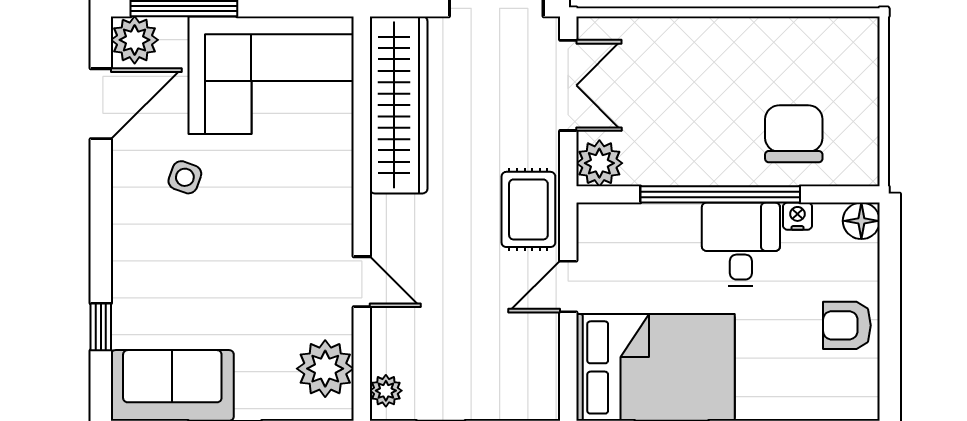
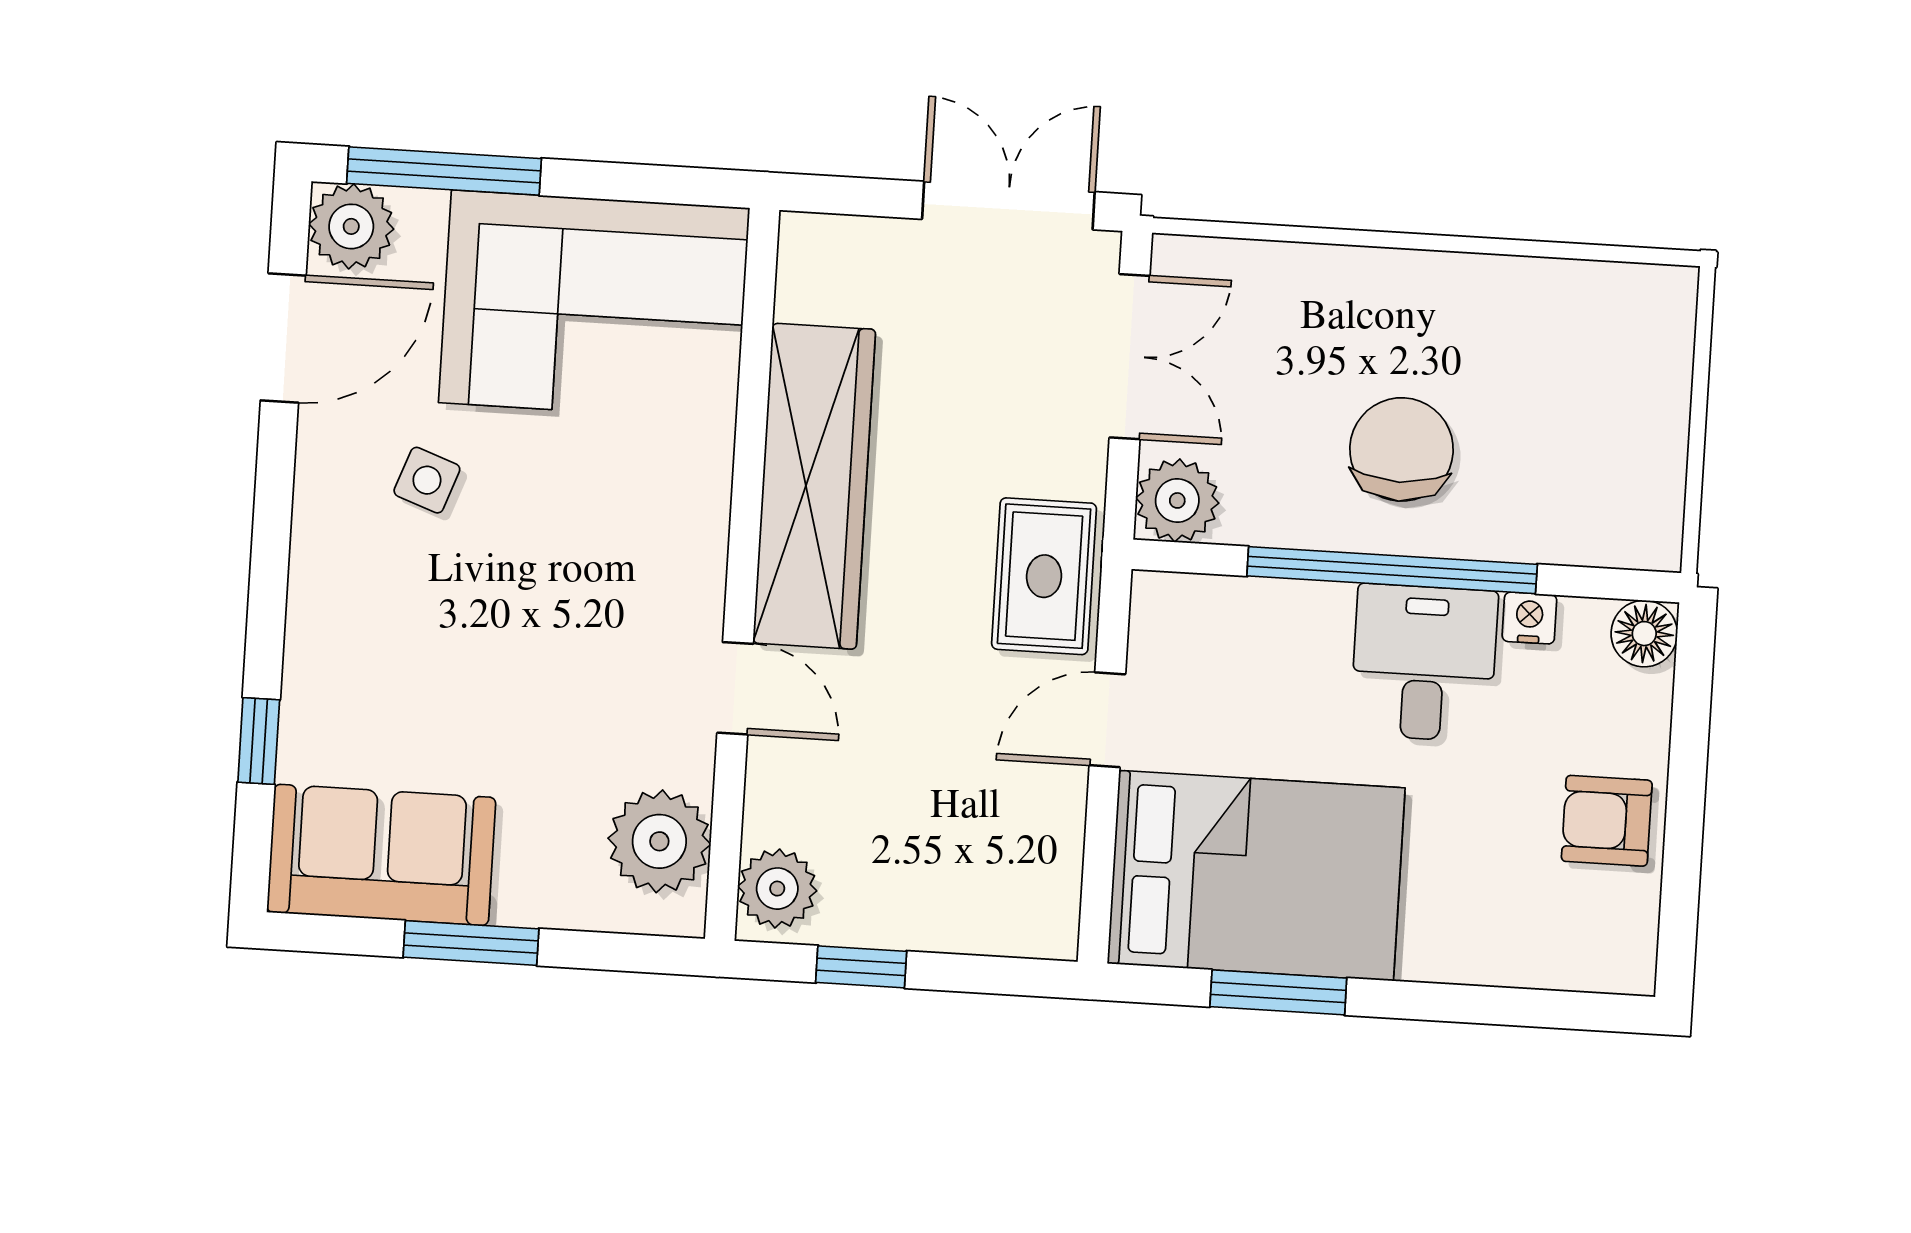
wardrobe: (399, 105) -> (814, 486), moved
chair: (794, 134) -> (1401, 449), moved
plant: (386, 391) -> (777, 889), width x1.38, depth x1.38

